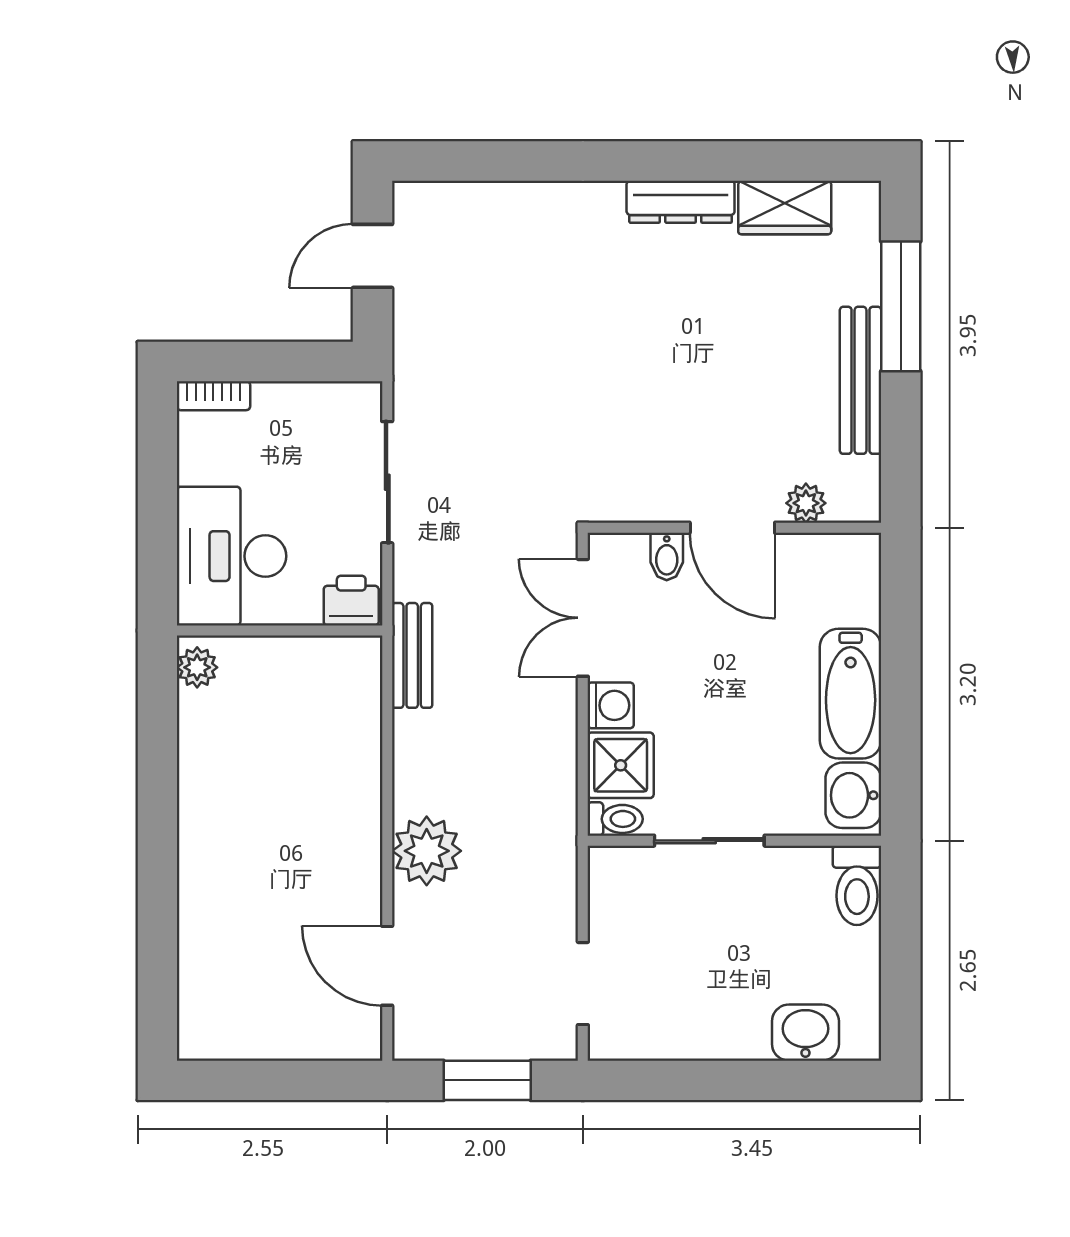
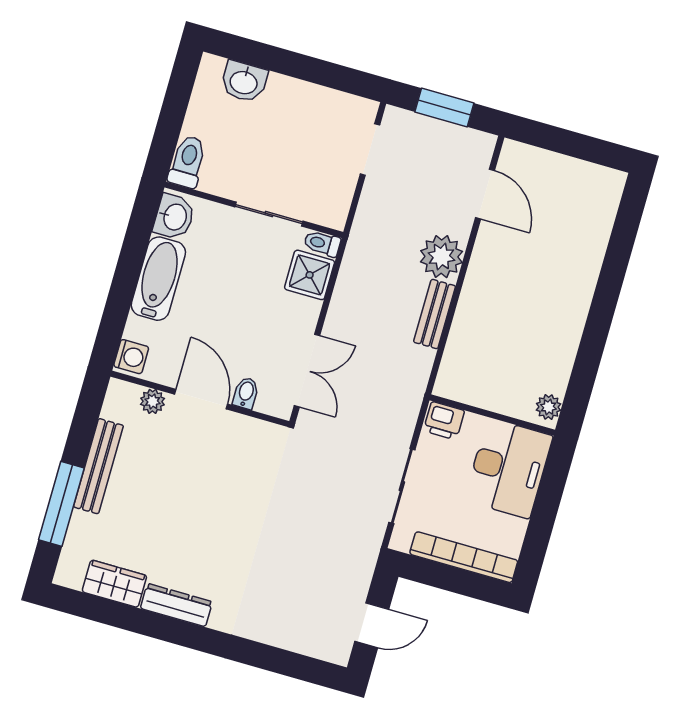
bookcase: (213, 396) -> (464, 557), width x2.31, depth x1.31
bench: (412, 655) -> (435, 314), moved
washing machine: (611, 705) -> (131, 357), moved, turned 180

